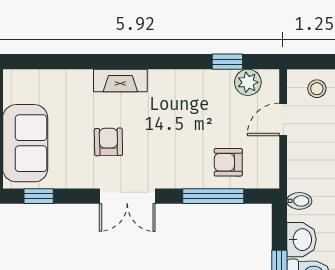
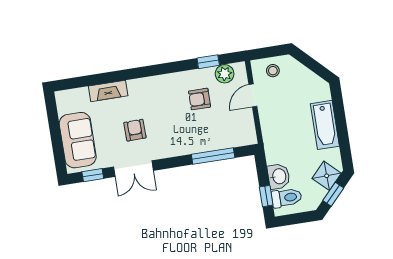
fireplace: (120, 81) -> (108, 91), moved
armchair: (228, 162) -> (200, 99), moved
double door: (127, 196) -> (133, 169), moved
bidet: (299, 201) -> (273, 150), removed

